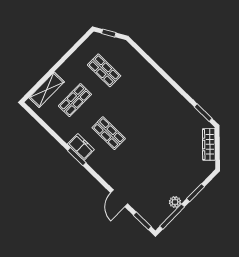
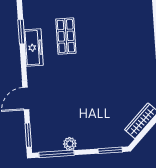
freezer: (81, 147) -> (33, 48), moved, width x1.40
window: (196, 193) -> (110, 150), moved

